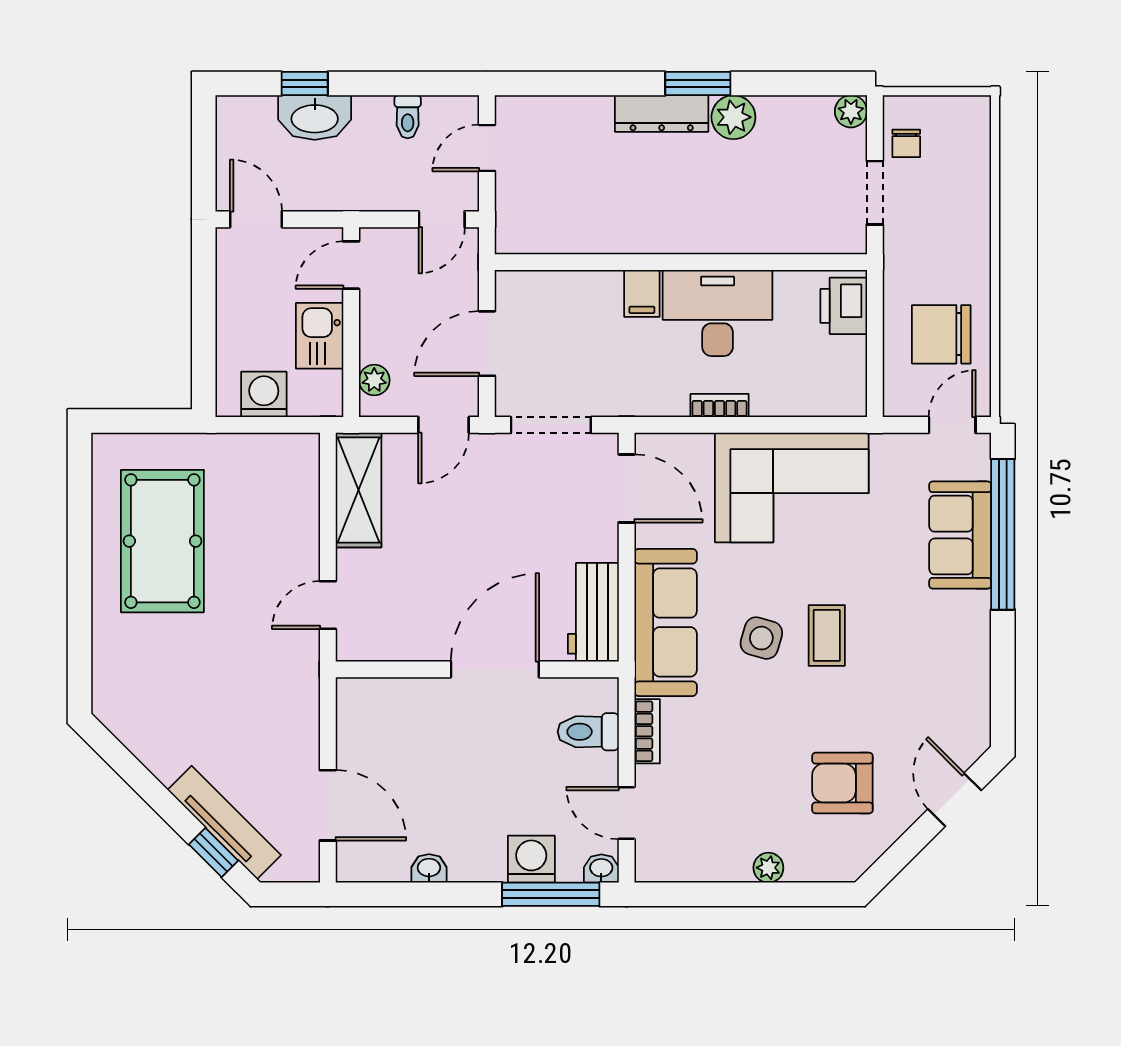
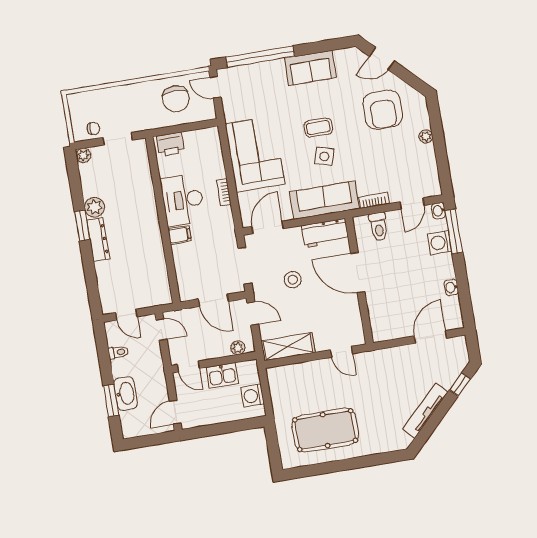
window: (305, 84) -> (111, 401), width x1.50
stool: (503, 525) -> (293, 280), added
sofa: (960, 535) -> (310, 68), moved
armchair: (842, 783) -> (383, 110), width x1.36, depth x1.36
tv unit: (224, 823) -> (425, 411), moved

